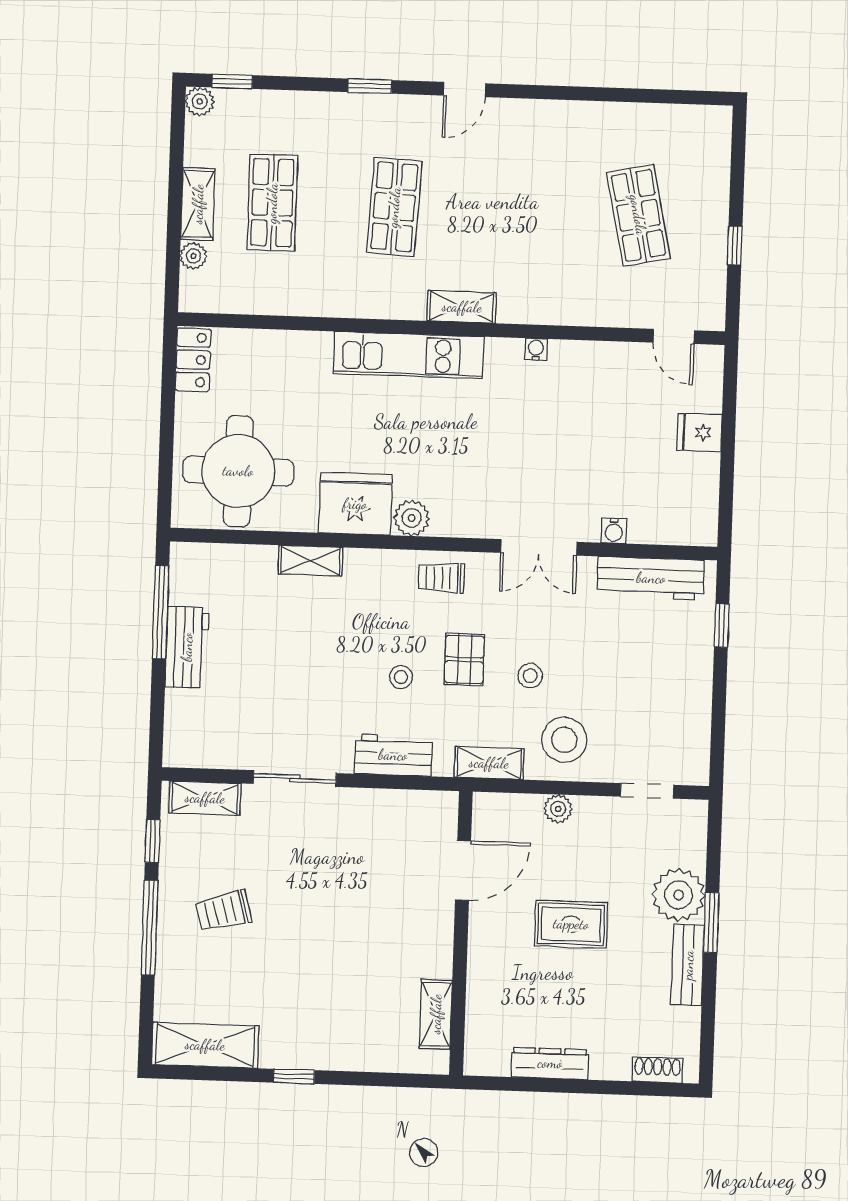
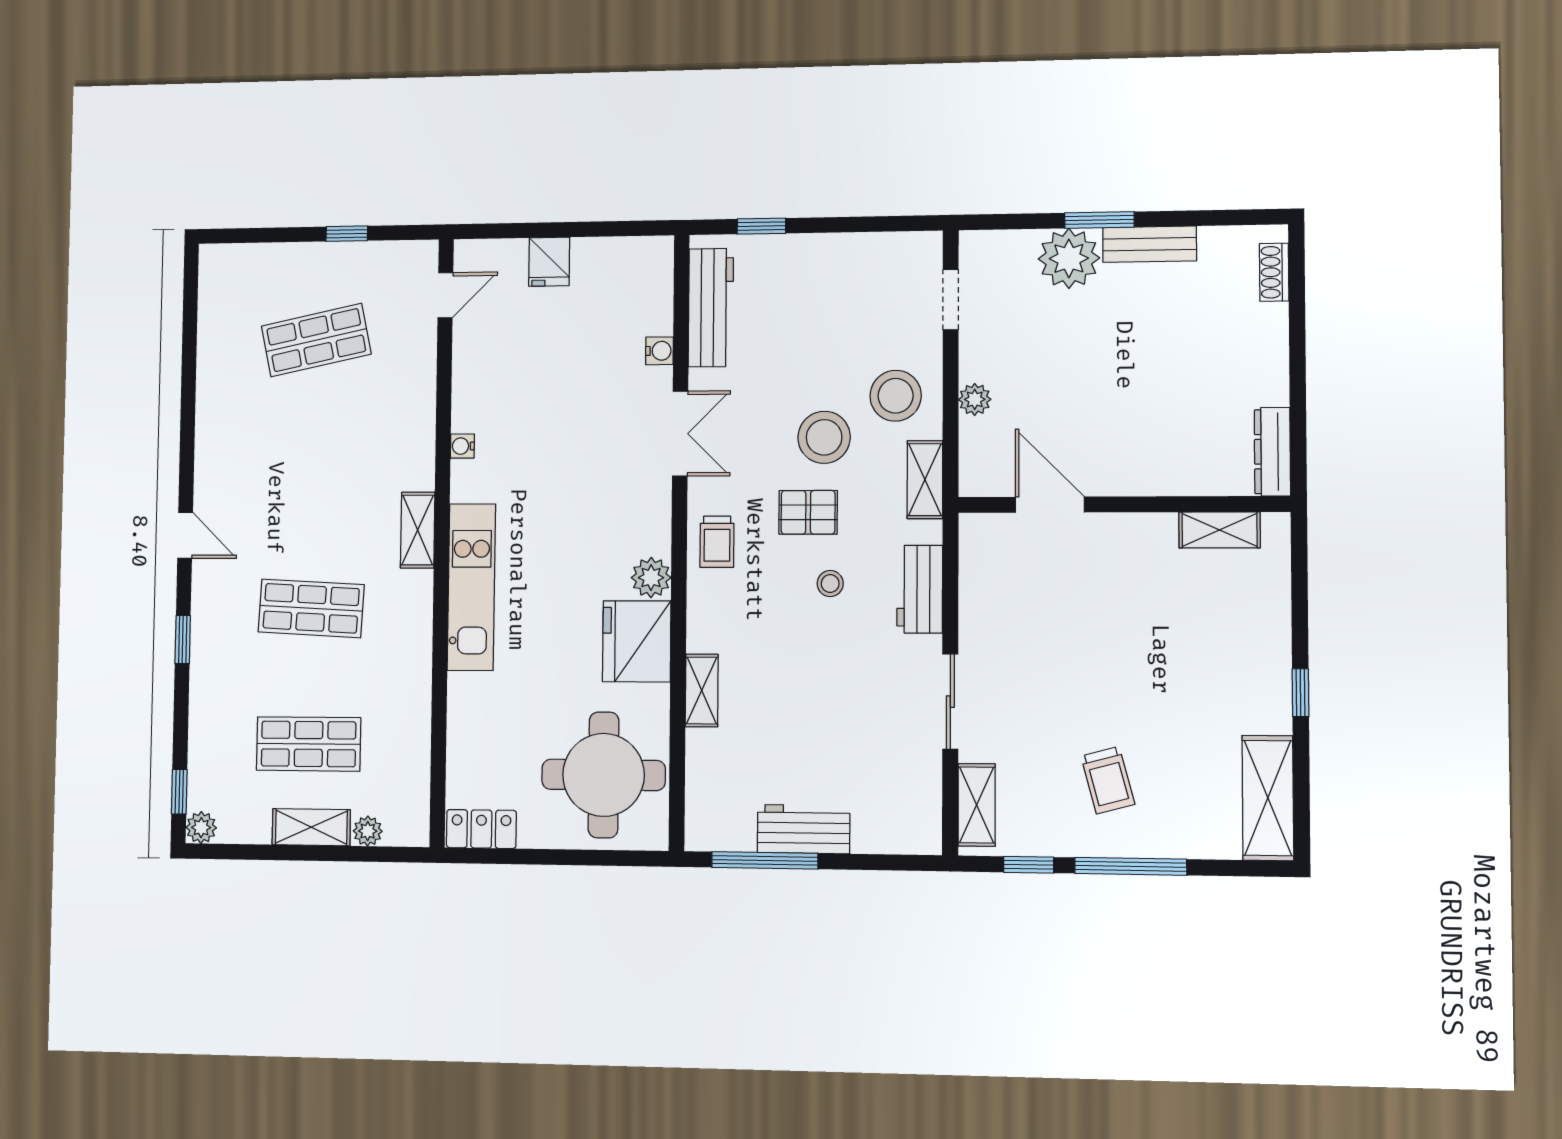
stool: (530, 676) -> (824, 437), width x1.89, depth x1.89
rug: (571, 924) -> (1108, 379), removed
dresser: (550, 1063) -> (1272, 452), moved

